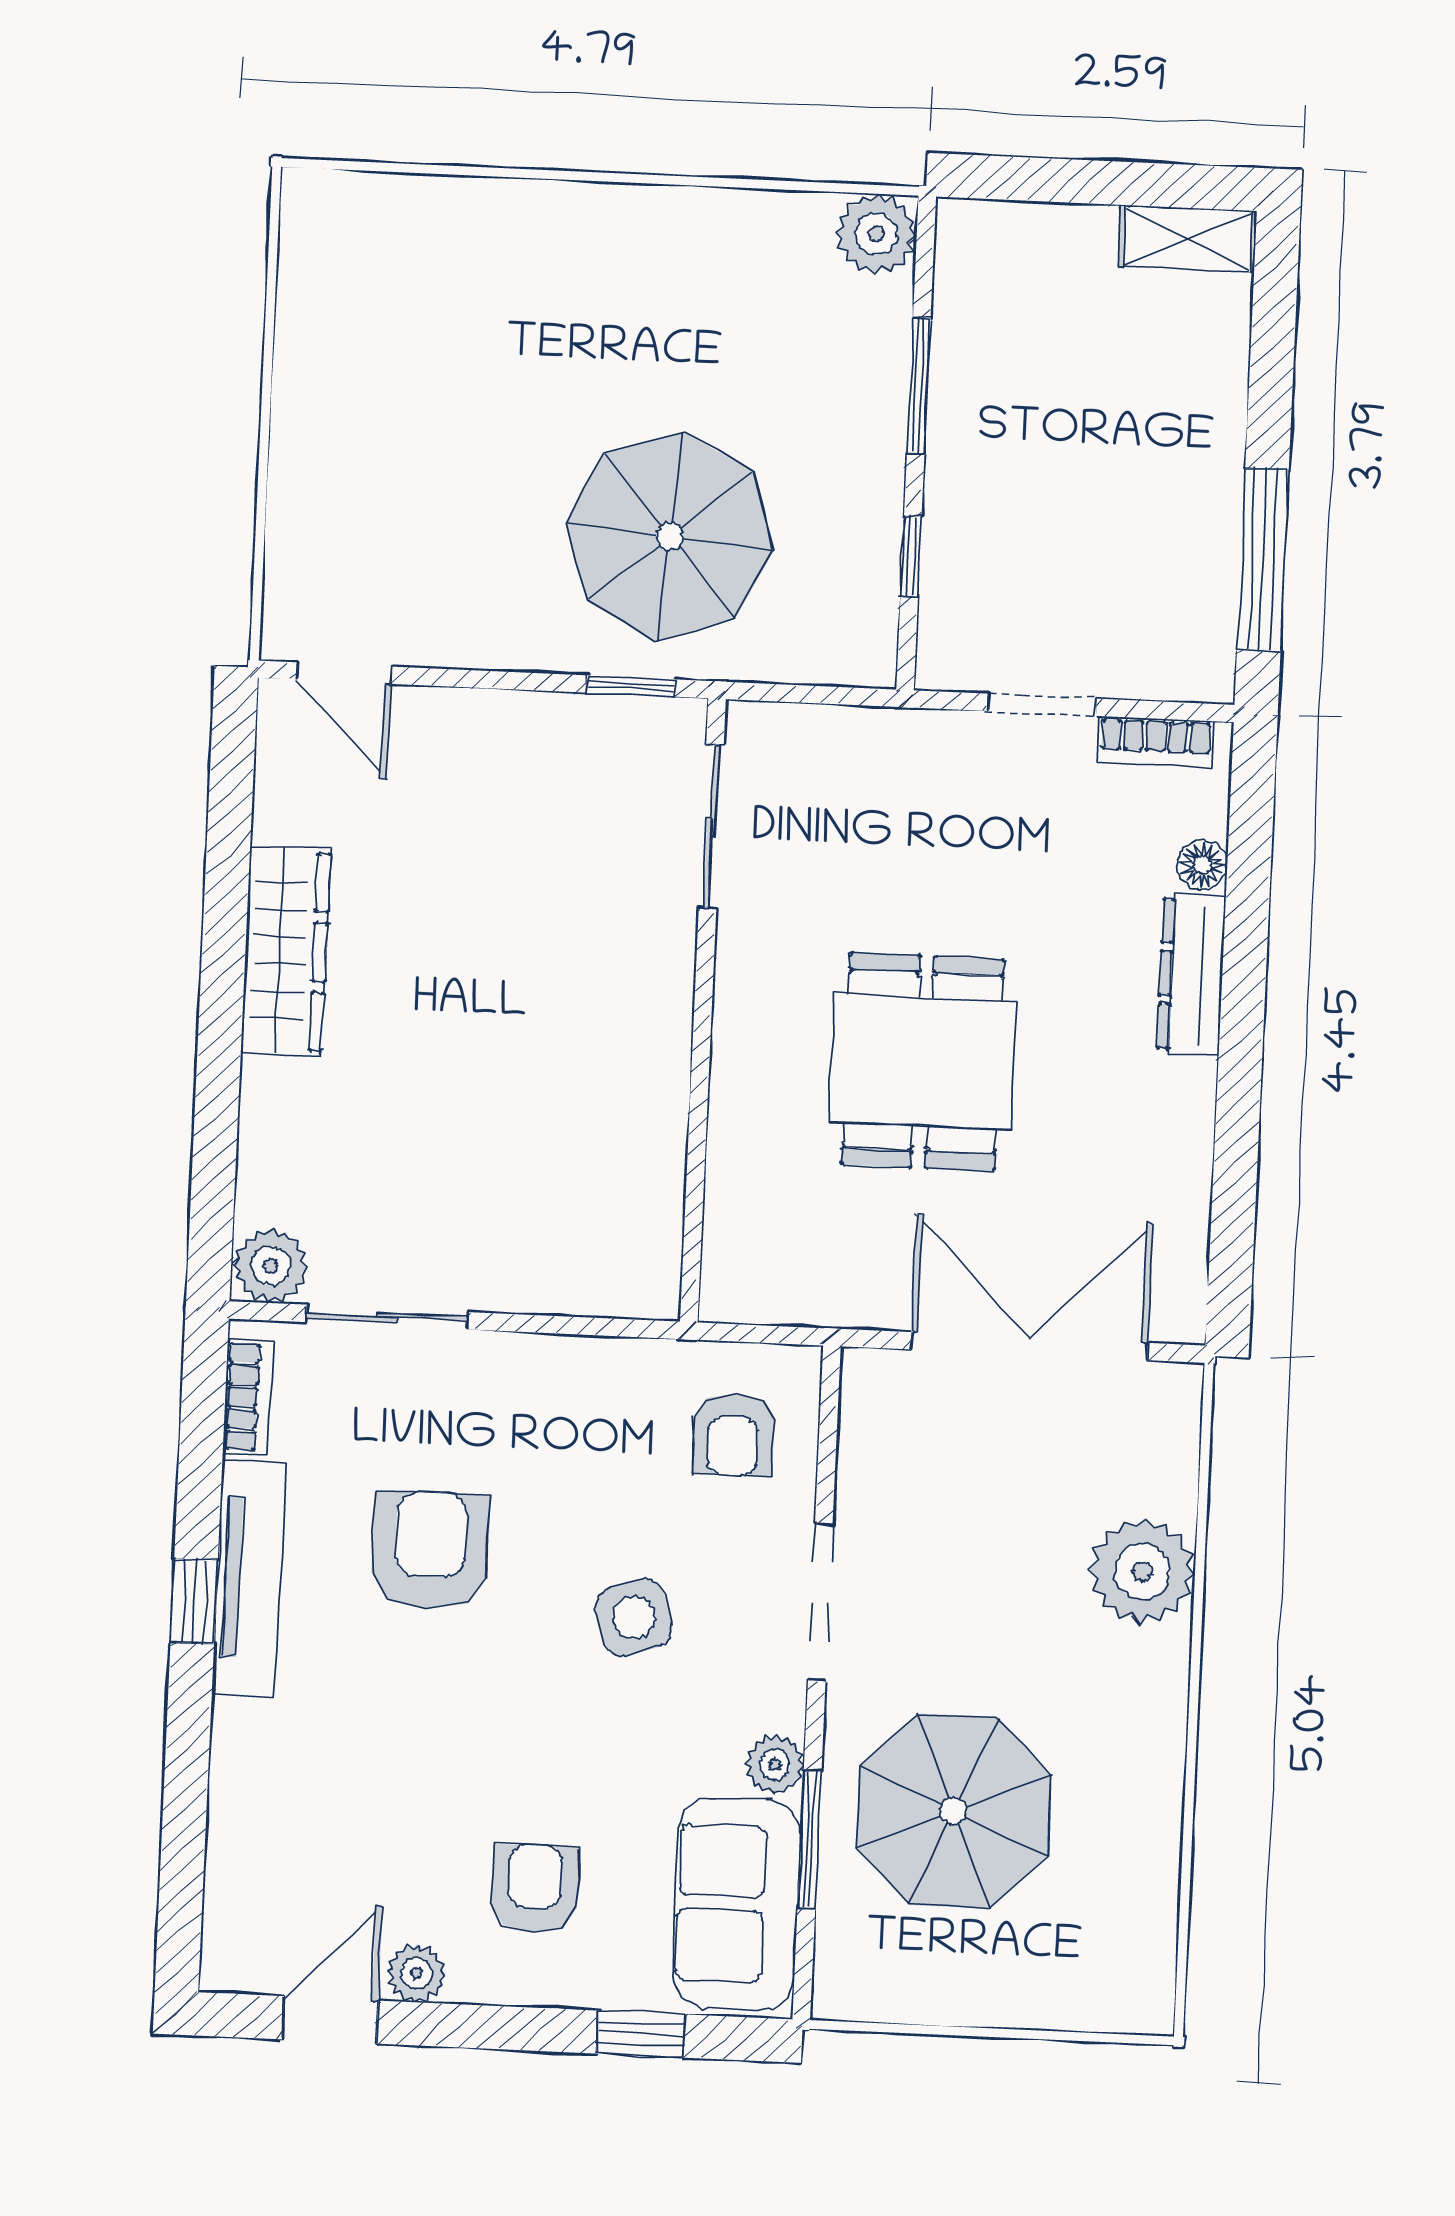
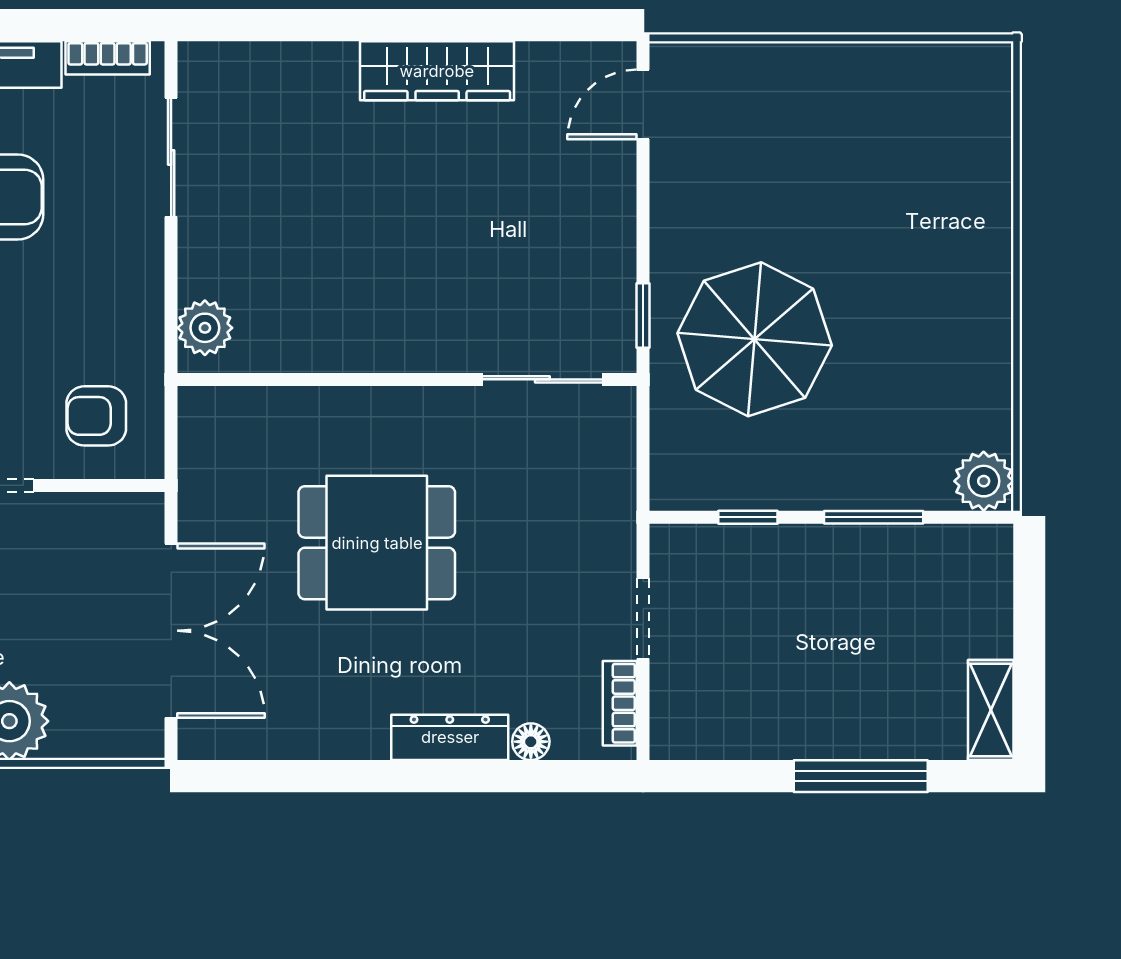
window: (1263, 560) -> (861, 776), moved
plant: (271, 1266) -> (205, 328), moved

